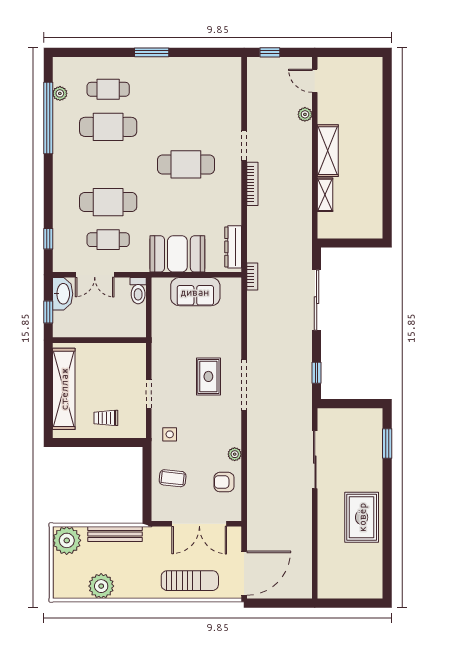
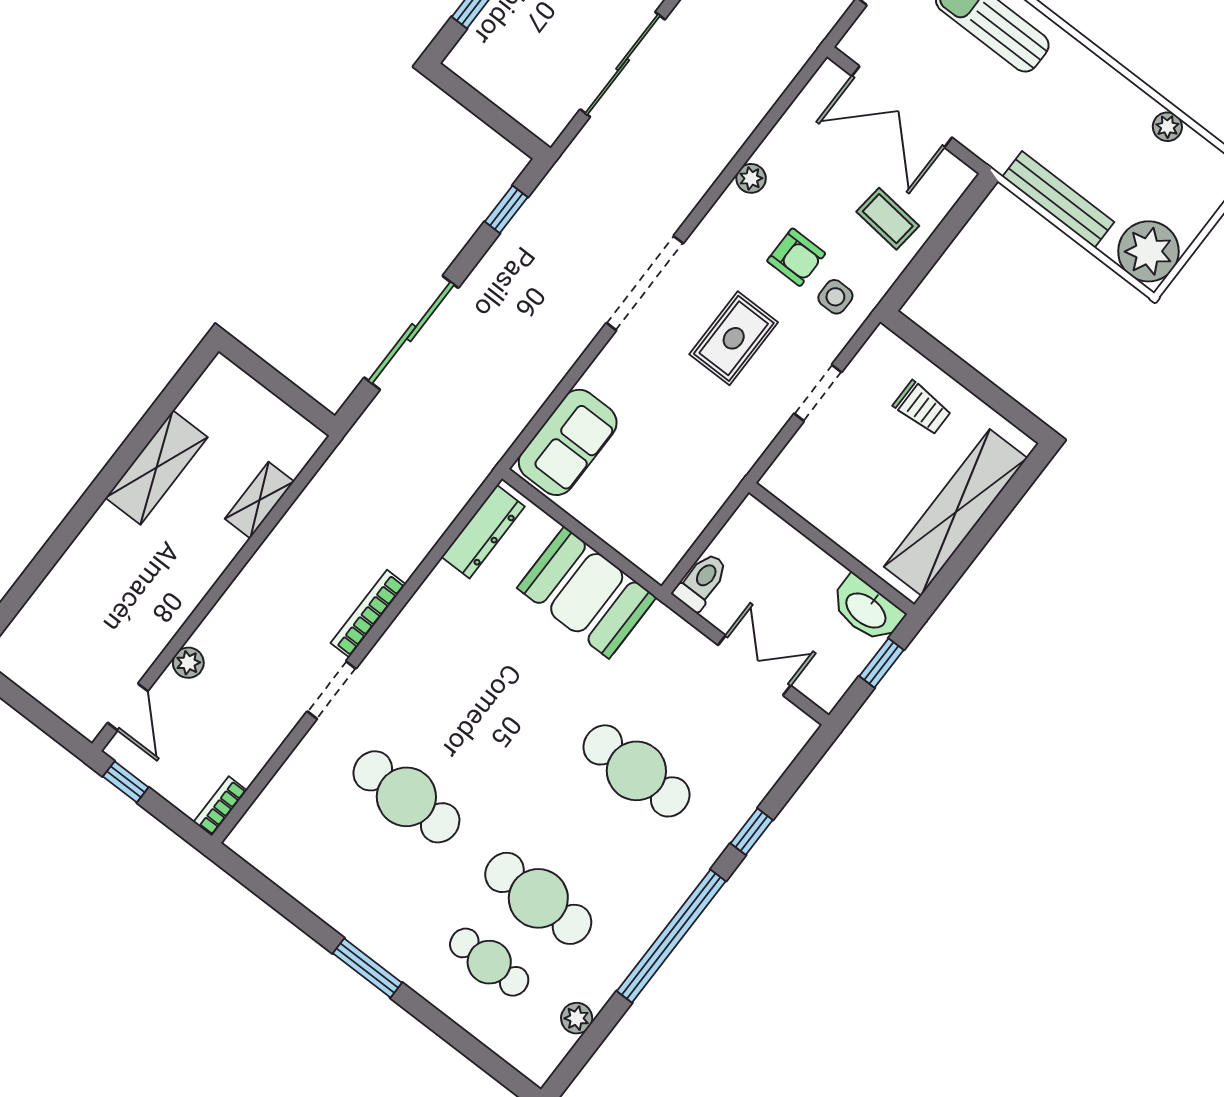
window: (270, 52) -> (126, 782), moved
window: (48, 118) -> (671, 936), moved
shelving: (328, 151) -> (157, 468), moved
cafe table: (186, 164) -> (406, 797), moved
window: (48, 239) -> (752, 832), moved
cafe table: (108, 240) -> (686, 707), removed
bookcase: (252, 276) -> (220, 806), moved
sofa: (195, 292) -> (568, 442), moved, turned 90
washbasin: (63, 294) -> (867, 610), moved, turned -90
rug: (208, 376) -> (734, 338), moved
armchair: (224, 482) -> (796, 257), moved
double door: (199, 524) -> (902, 107), swing flipped
plant: (101, 586) -> (1167, 127), width x0.53, depth x0.53

